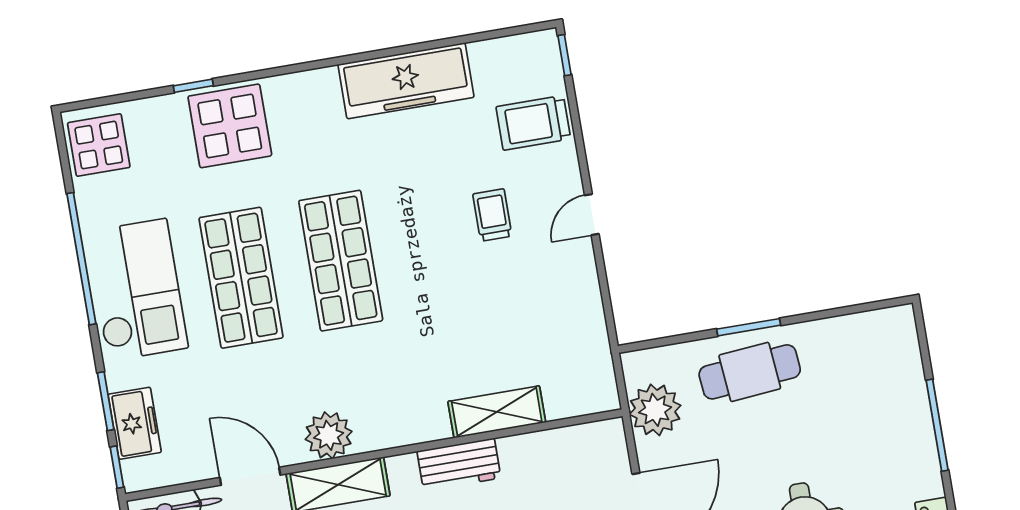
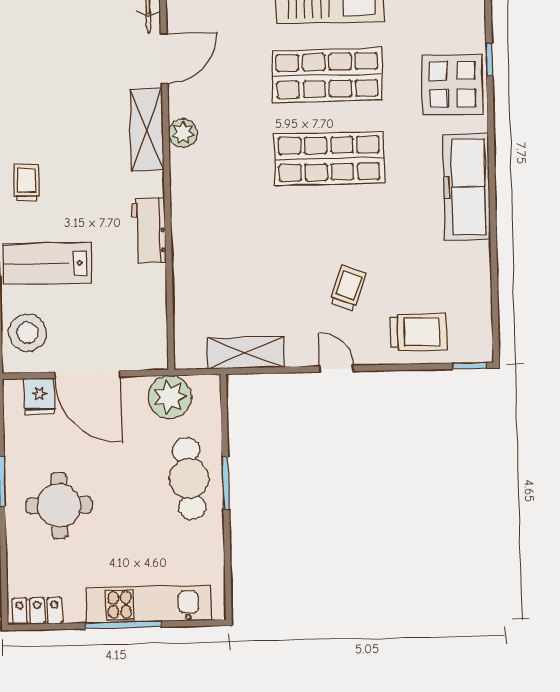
freezer: (406, 81) -> (467, 187), moved
trolley: (533, 123) -> (418, 332), turned 90
trolley: (492, 215) -> (348, 288), turned -70
kitchen unit: (908, 399) -> (148, 604), added
shelving: (497, 412) -> (246, 353), moved, turned 90
plant: (329, 435) -> (183, 133), width x0.73, depth x0.73

